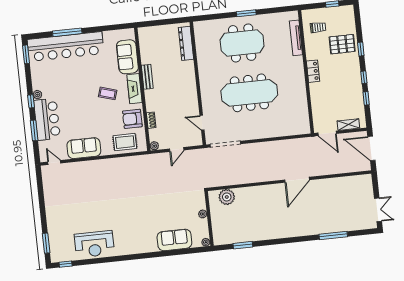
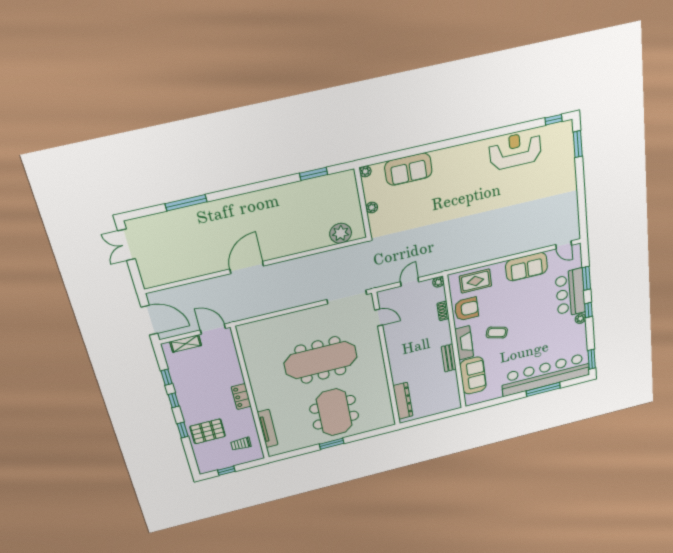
meeting table: (242, 43) -> (334, 412), turned 90

